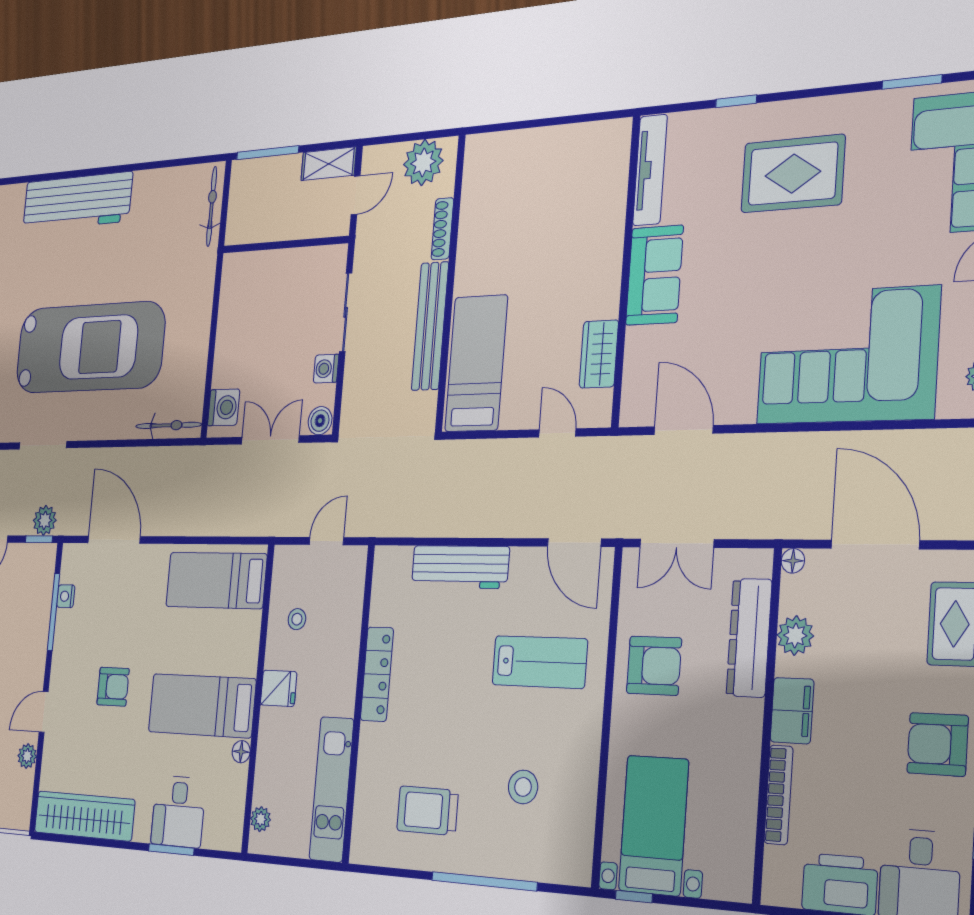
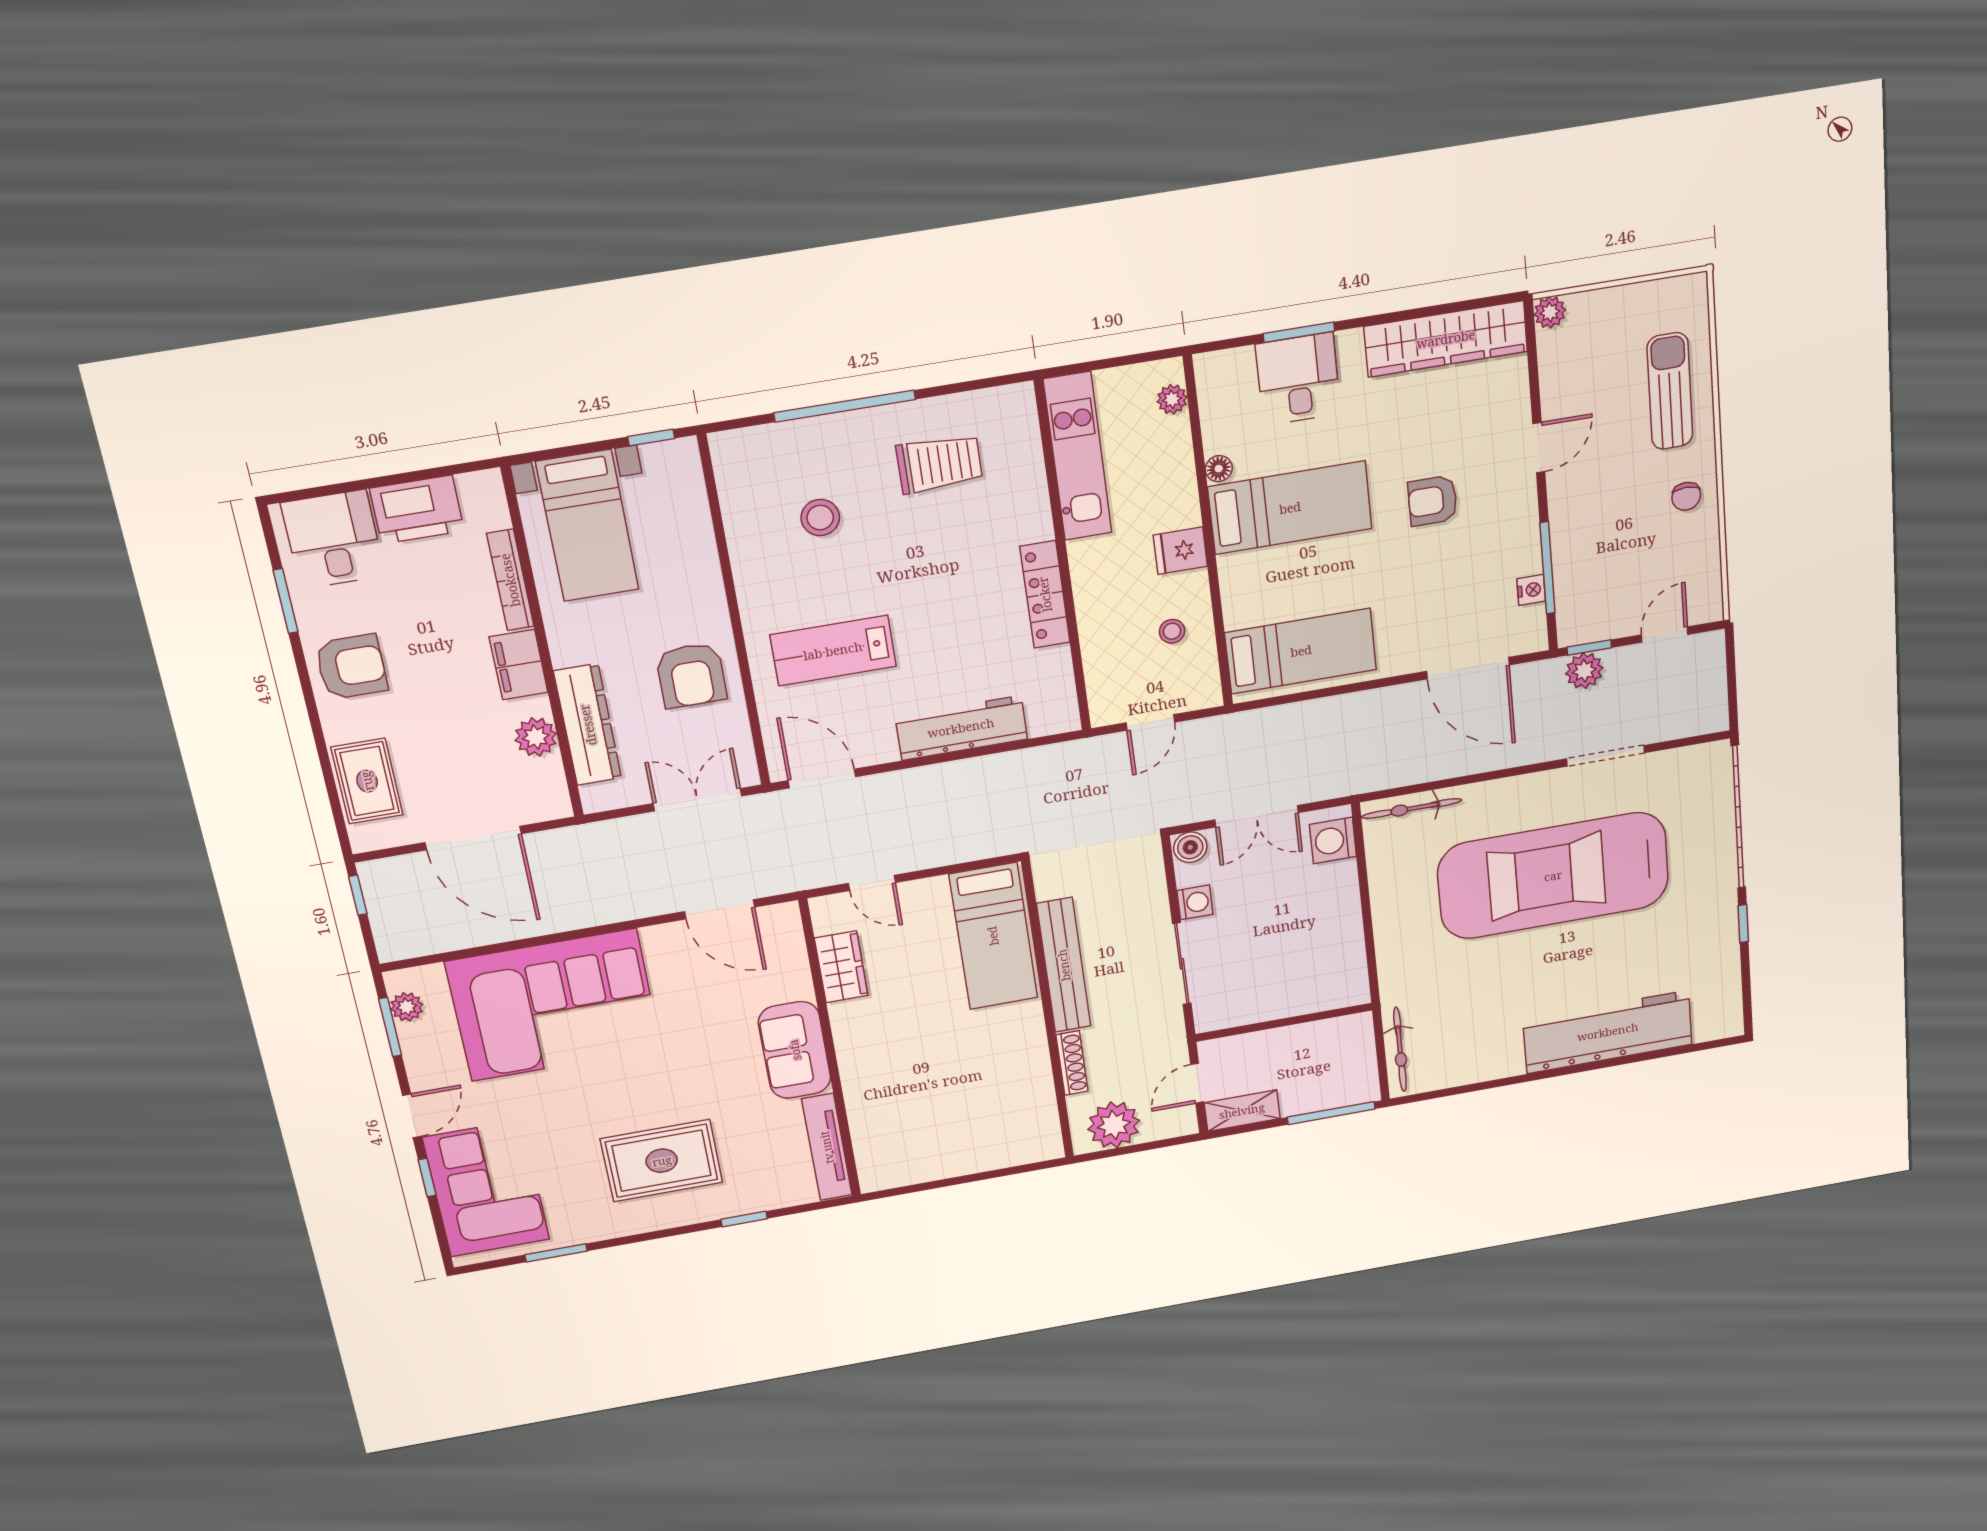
floor lamp: (793, 561) -> (559, 807), removed
armchair: (654, 666) -> (691, 675), turned -90
plant: (27, 756) -> (1550, 312), moved
bed with nightstands: (654, 825) -> (587, 526), moved

